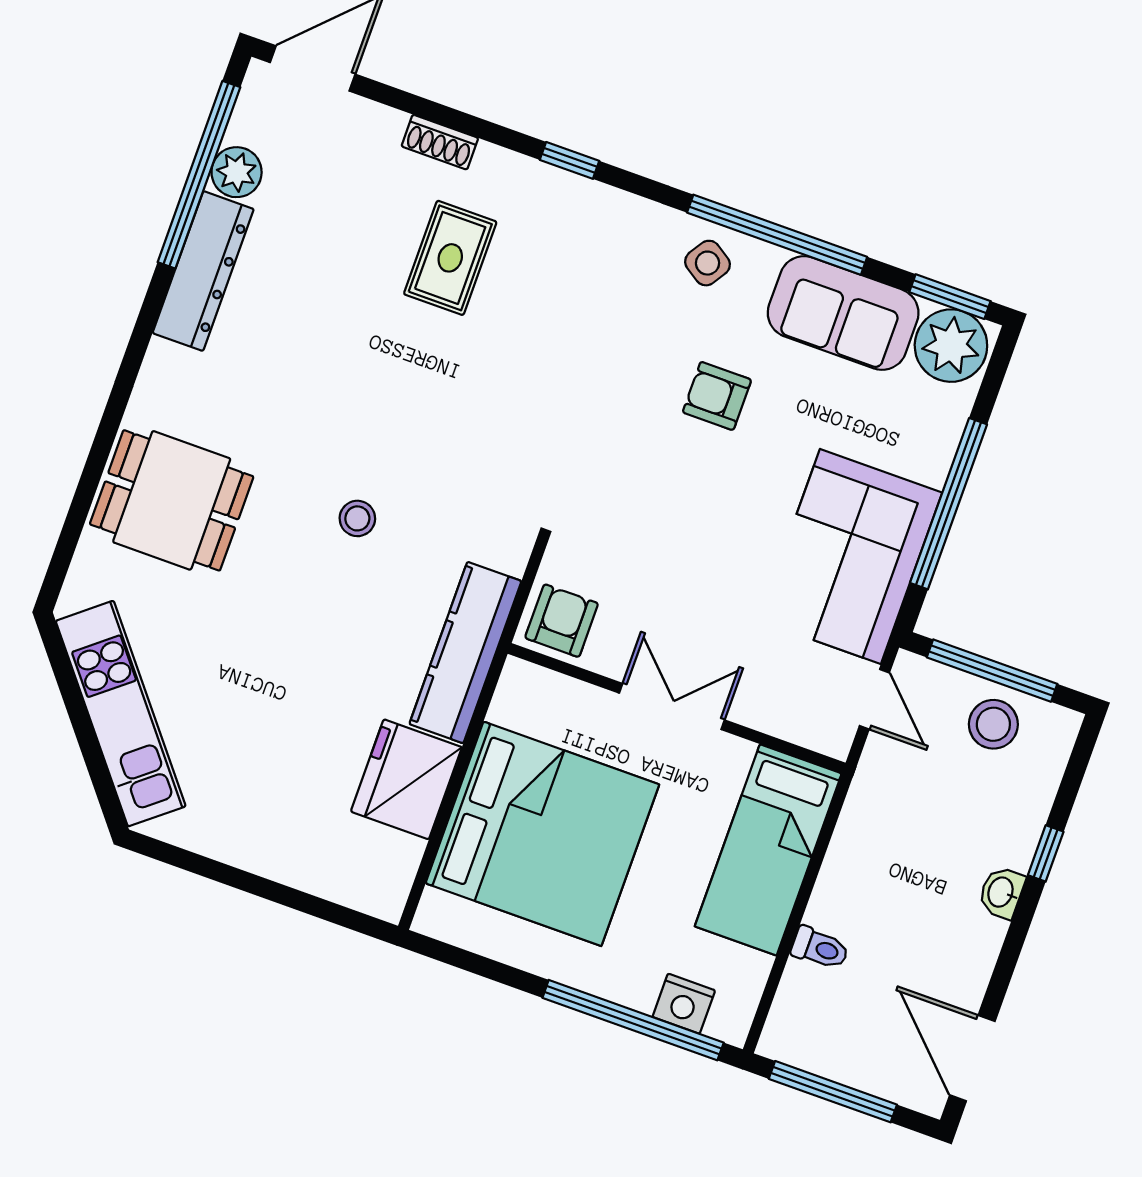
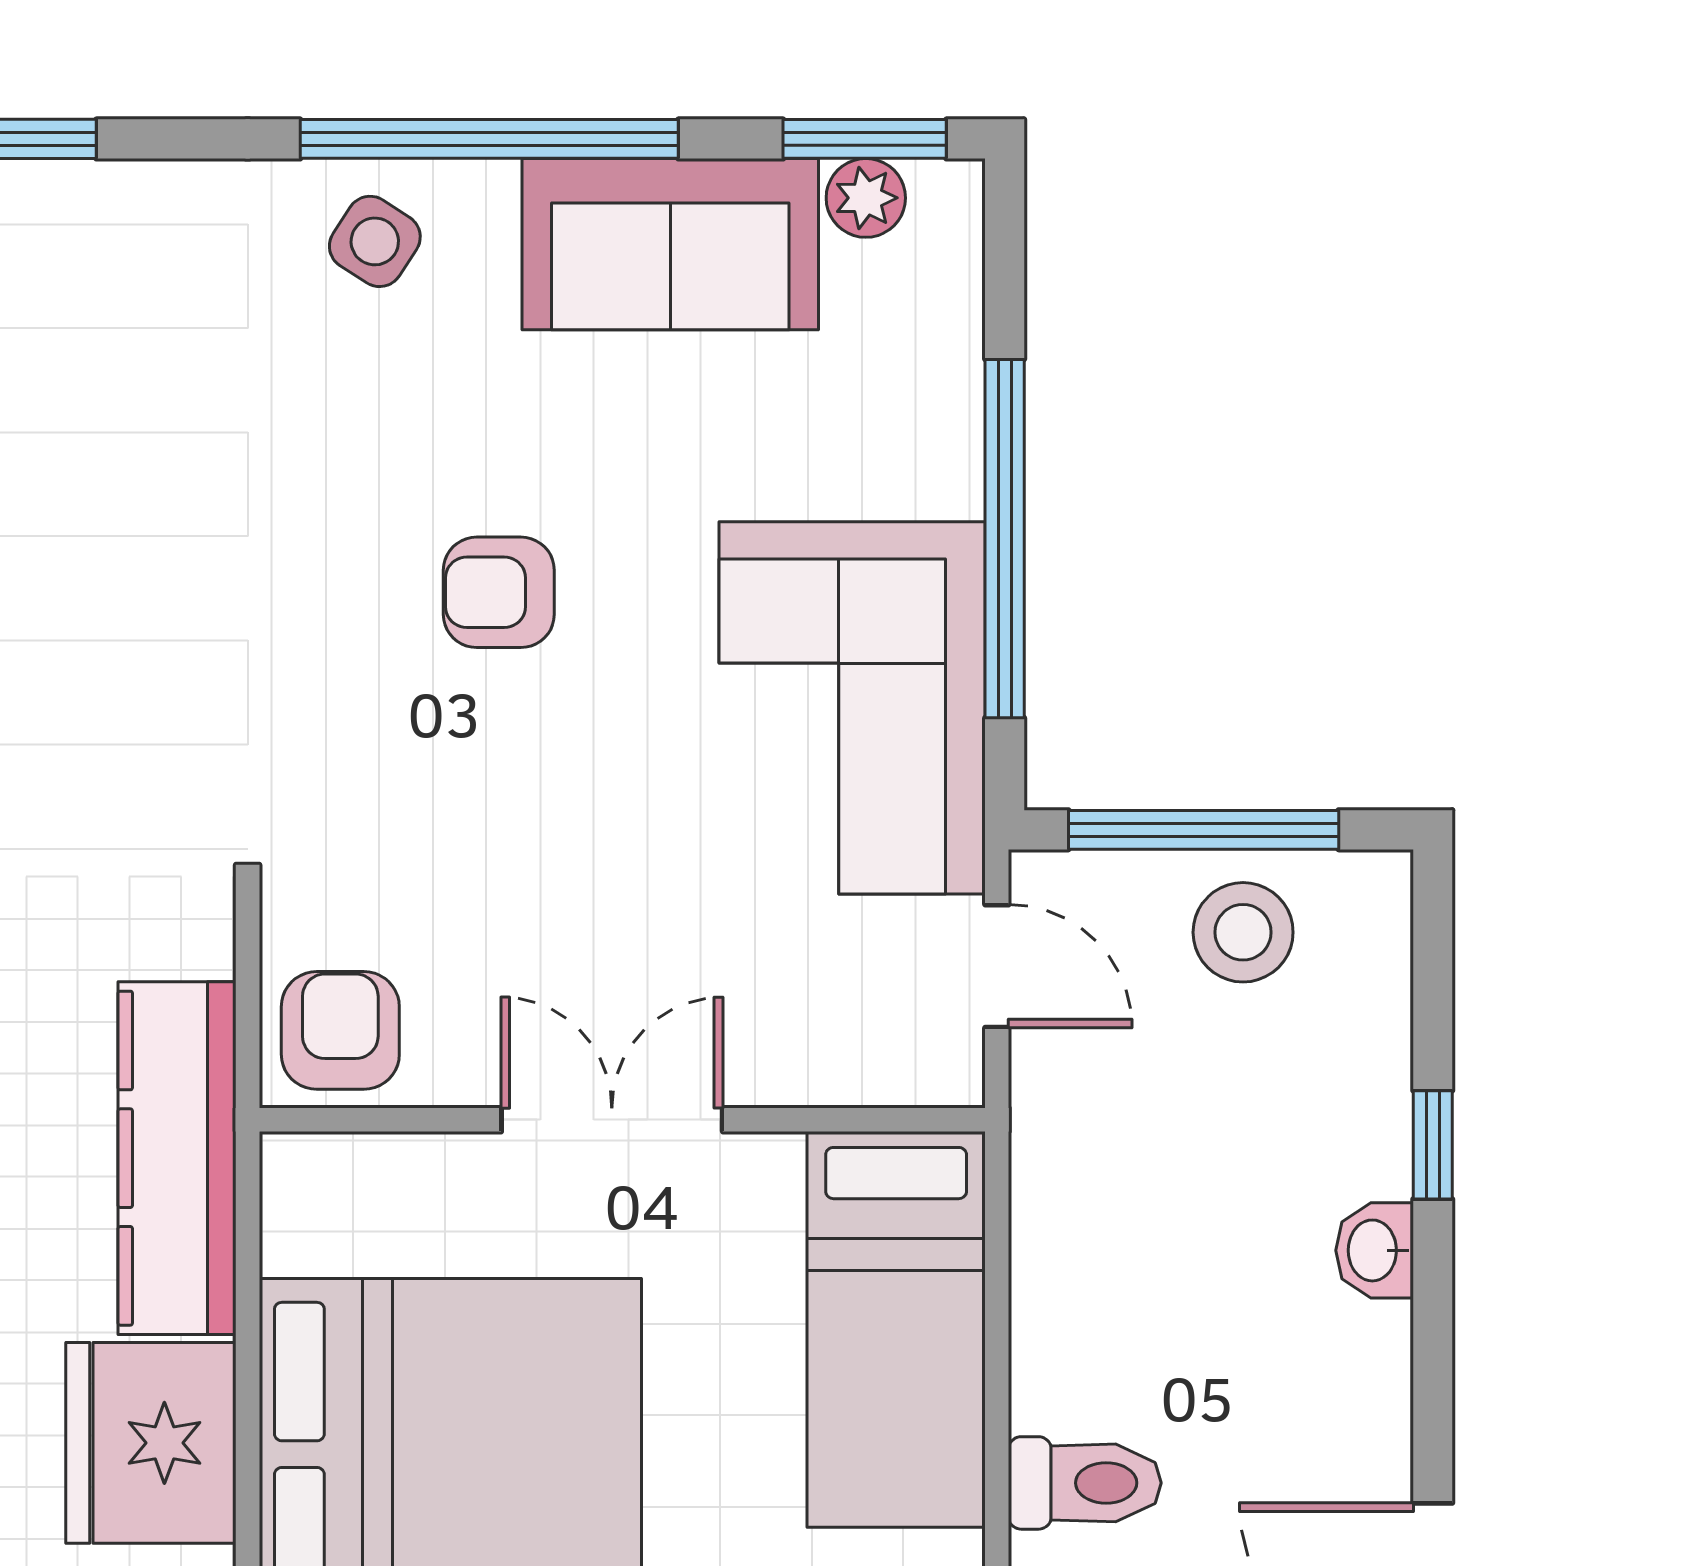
plant: (951, 346) -> (866, 198), width x0.53, depth x0.53
armchair: (717, 396) -> (499, 592), moved
toilet: (820, 948) -> (1085, 1483), width x1.37, depth x1.39

